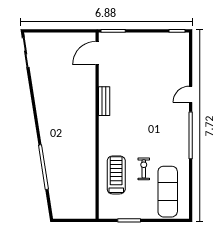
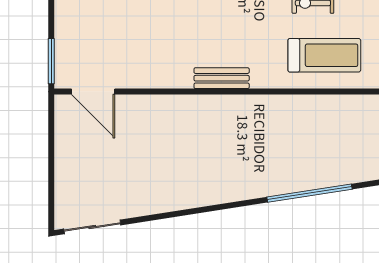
bench: (104, 101) -> (222, 78), moved
treadmill: (116, 175) -> (324, 55), turned 180

